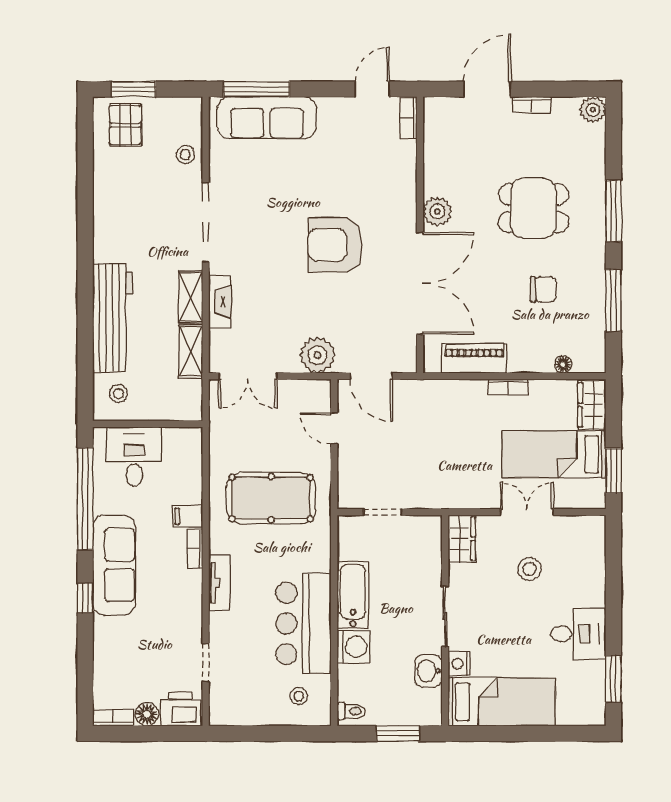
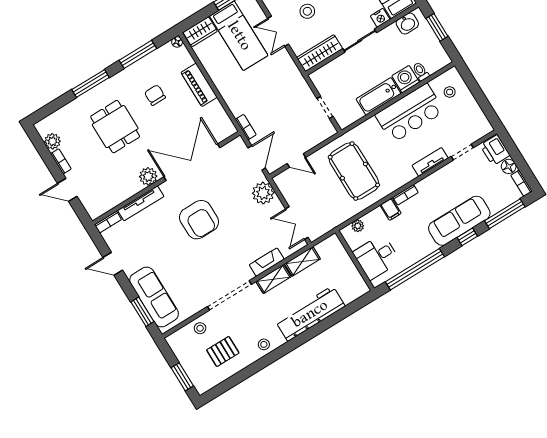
window: (257, 89) -> (142, 312), width x0.69
door: (372, 89) -> (113, 264), moved
door: (487, 89) -> (67, 190), width x0.73
plant: (593, 110) -> (52, 141), moved
pallet: (125, 125) -> (223, 351), moved
tv unit: (407, 178) -> (141, 203), added
piano: (474, 358) -> (199, 85), moved
floor lamp: (563, 364) -> (177, 42), moved
double door: (248, 376) -> (297, 223), swing flipped
bookcase: (508, 387) -> (246, 127), moved
stool: (118, 394) -> (264, 344), moved
door: (334, 428) -> (296, 160), hinge flipped
plant: (193, 457) -> (358, 226), added
wardrobe: (462, 539) -> (320, 53), width x1.50
sofa: (114, 565) -> (459, 221), moved
tv unit: (219, 583) -> (430, 162), moved
window: (85, 669) -> (505, 214), added
washbasin: (428, 671) -> (407, 23), moved
toilet: (351, 711) -> (421, 71), moved

